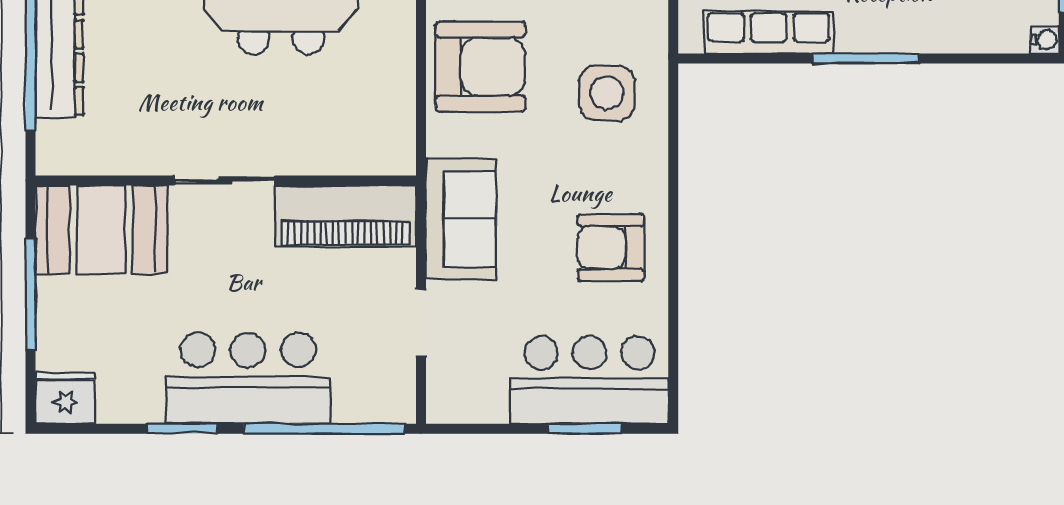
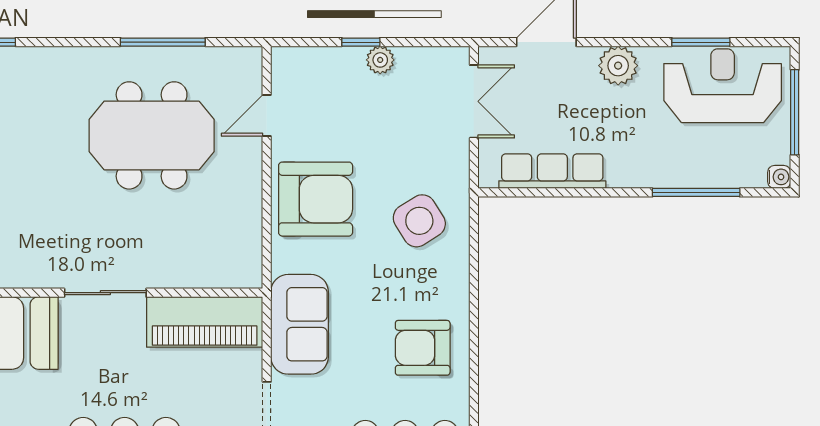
window: (866, 58) -> (696, 192), moved
side table: (607, 93) -> (419, 221), turned -32

